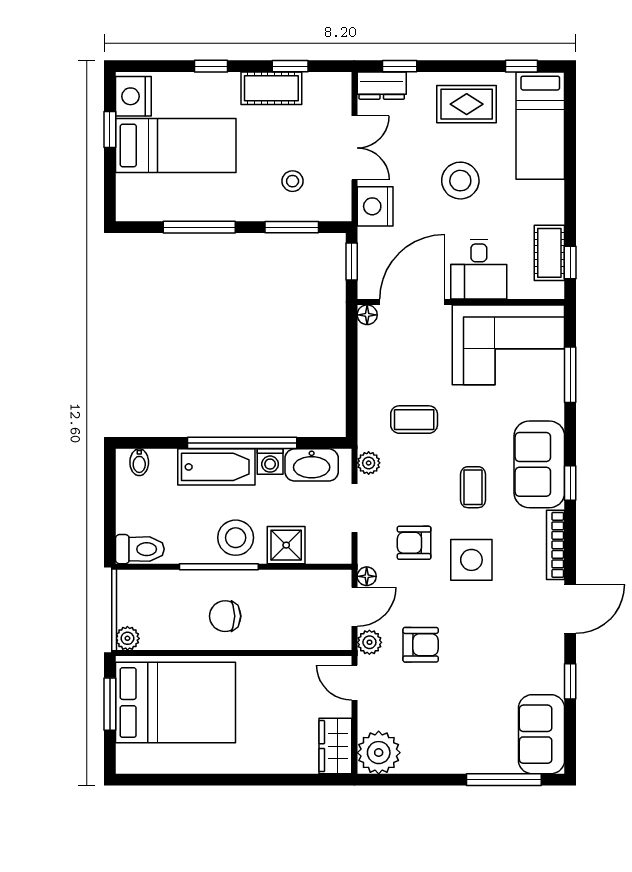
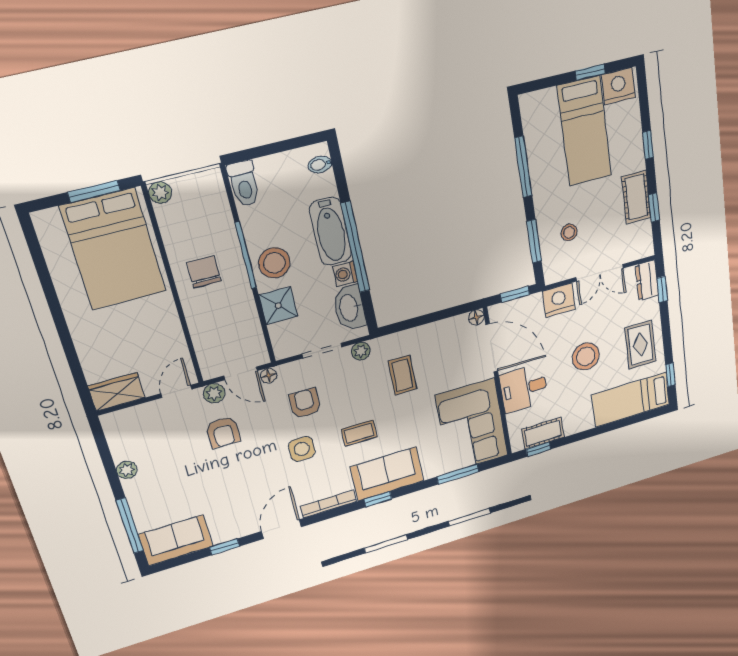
side table: (471, 560) -> (302, 449), width x0.73, depth x0.73
door: (570, 609) -> (282, 529), swing flipped
plant: (379, 753) -> (127, 470), moved, width x0.53, depth x0.53

